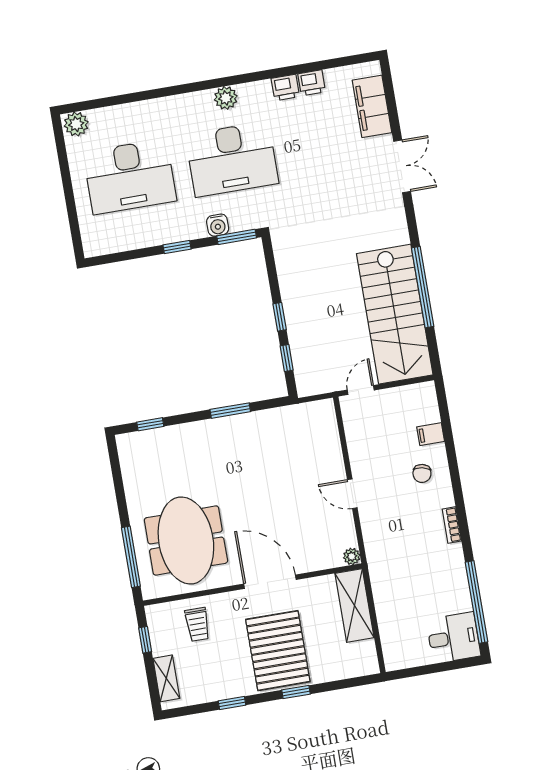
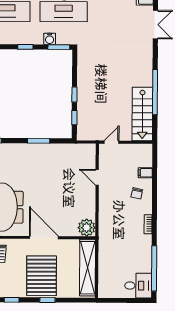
stairs: (395, 314) -> (142, 114), width x0.73, depth x0.66
door: (352, 494) -> (97, 177), moved
plant: (352, 556) -> (87, 228), width x1.88, depth x1.88
shelving: (354, 606) -> (87, 268), width x1.47

